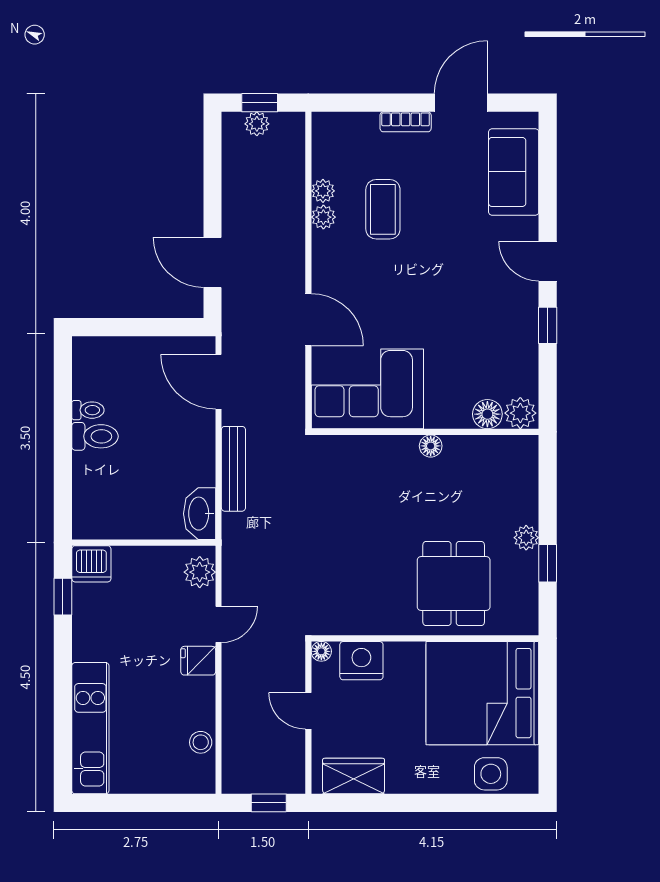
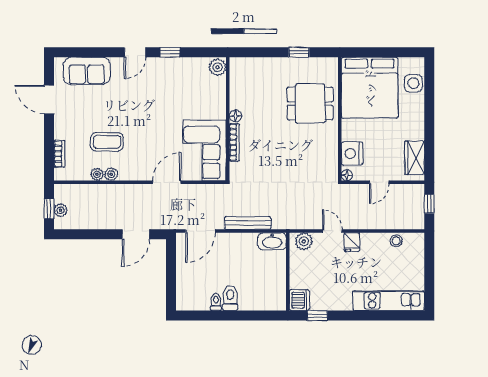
bookcase: (406, 122) -> (59, 154), moved
floor lamp: (487, 414) -> (218, 85), removed
bookcase: (382, 444) -> (234, 142), added
plant: (526, 538) -> (285, 64), removed

